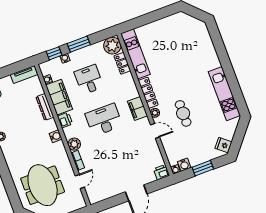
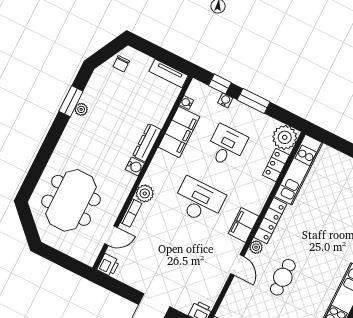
dresser: (45, 107) -> (147, 143), moved
printer: (65, 120) -> (108, 265), moved

